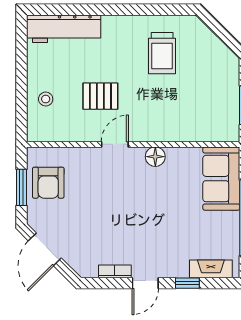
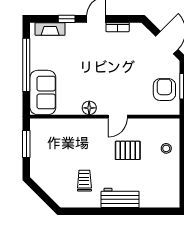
workbench: (64, 29) -> (120, 198), moved, width x0.73
trolley: (162, 53) -> (84, 181), width x0.73, depth x0.72

